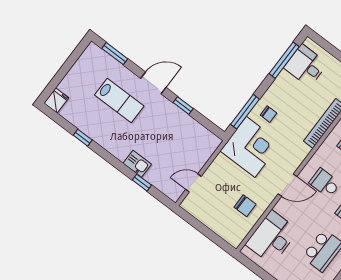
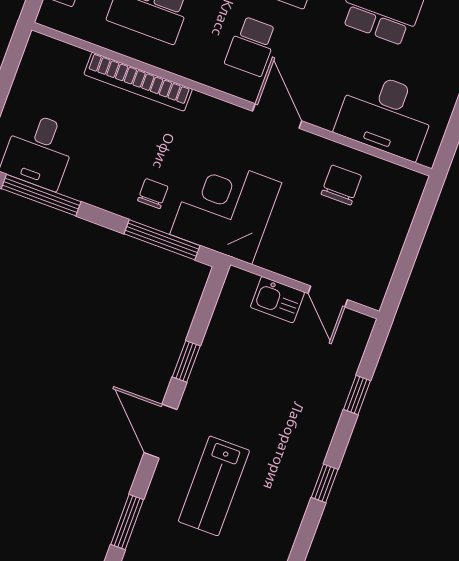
lab bench: (119, 101) -> (214, 486), turned 180
window: (83, 138) -> (325, 483), moved
kitchen sink: (137, 164) -> (277, 300), moved, turned -90

